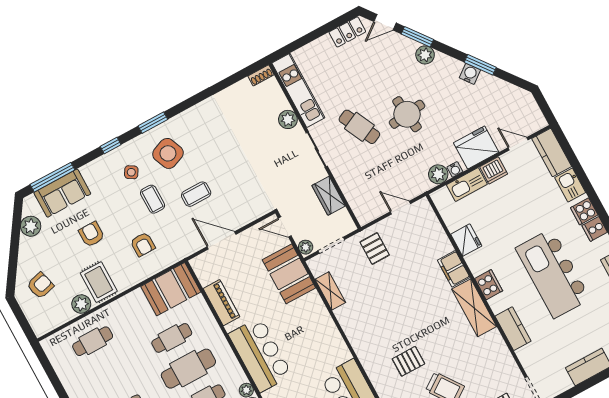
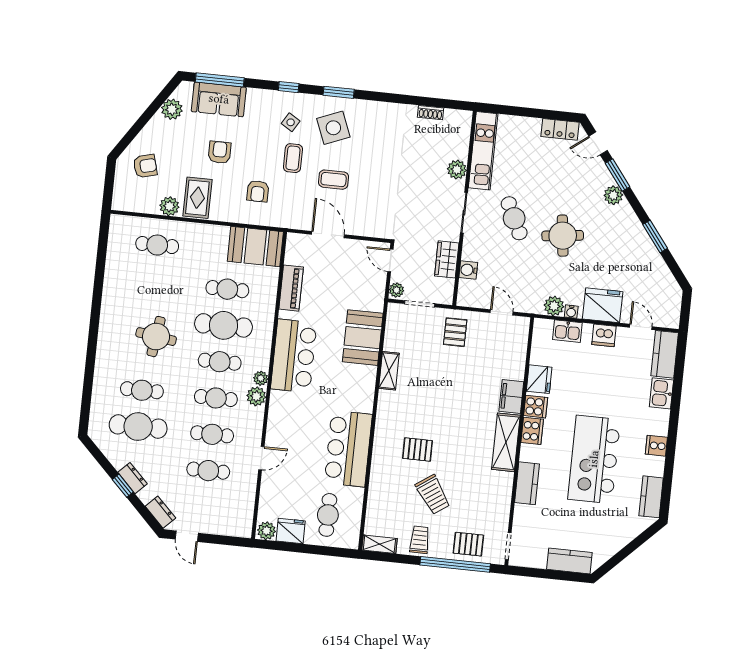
water cooler: (470, 74) -> (468, 270), moved, turned -143
shoe rack: (261, 75) -> (431, 113), moved
kitchen sink: (467, 185) -> (567, 331), width x0.73
cooker: (584, 211) -> (536, 407), moved, turned 180
booth: (289, 274) -> (363, 338), moved
shelving: (330, 291) -> (389, 371), moved

